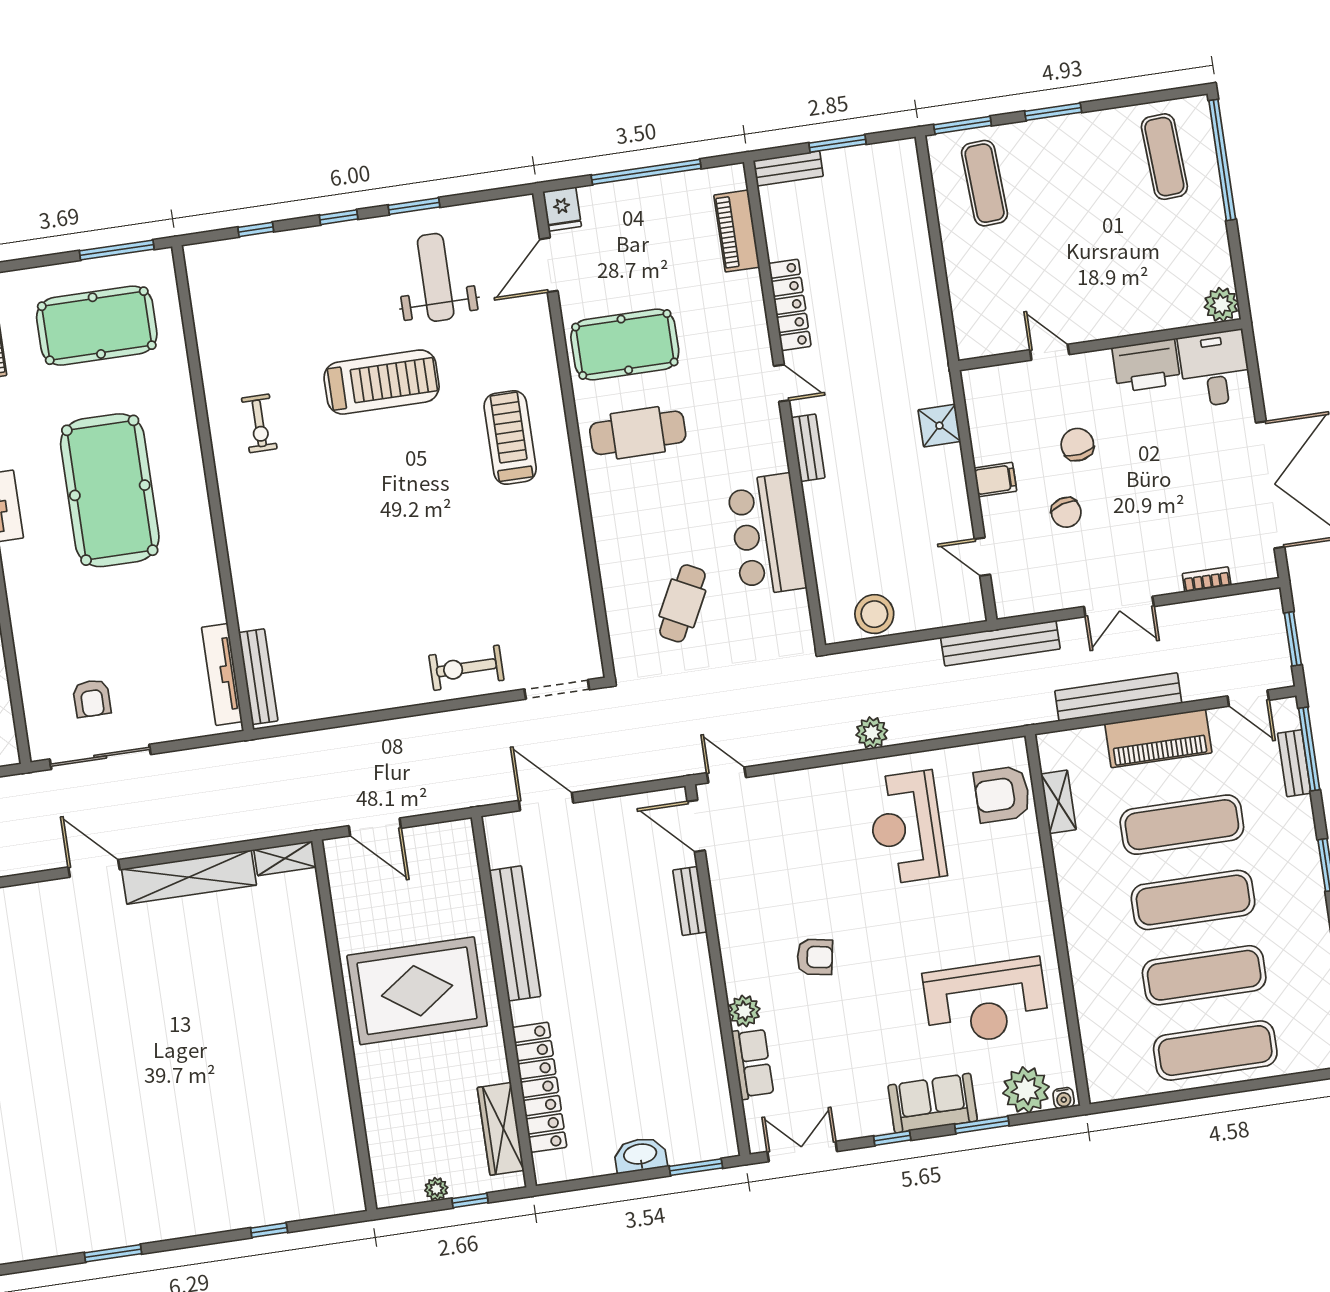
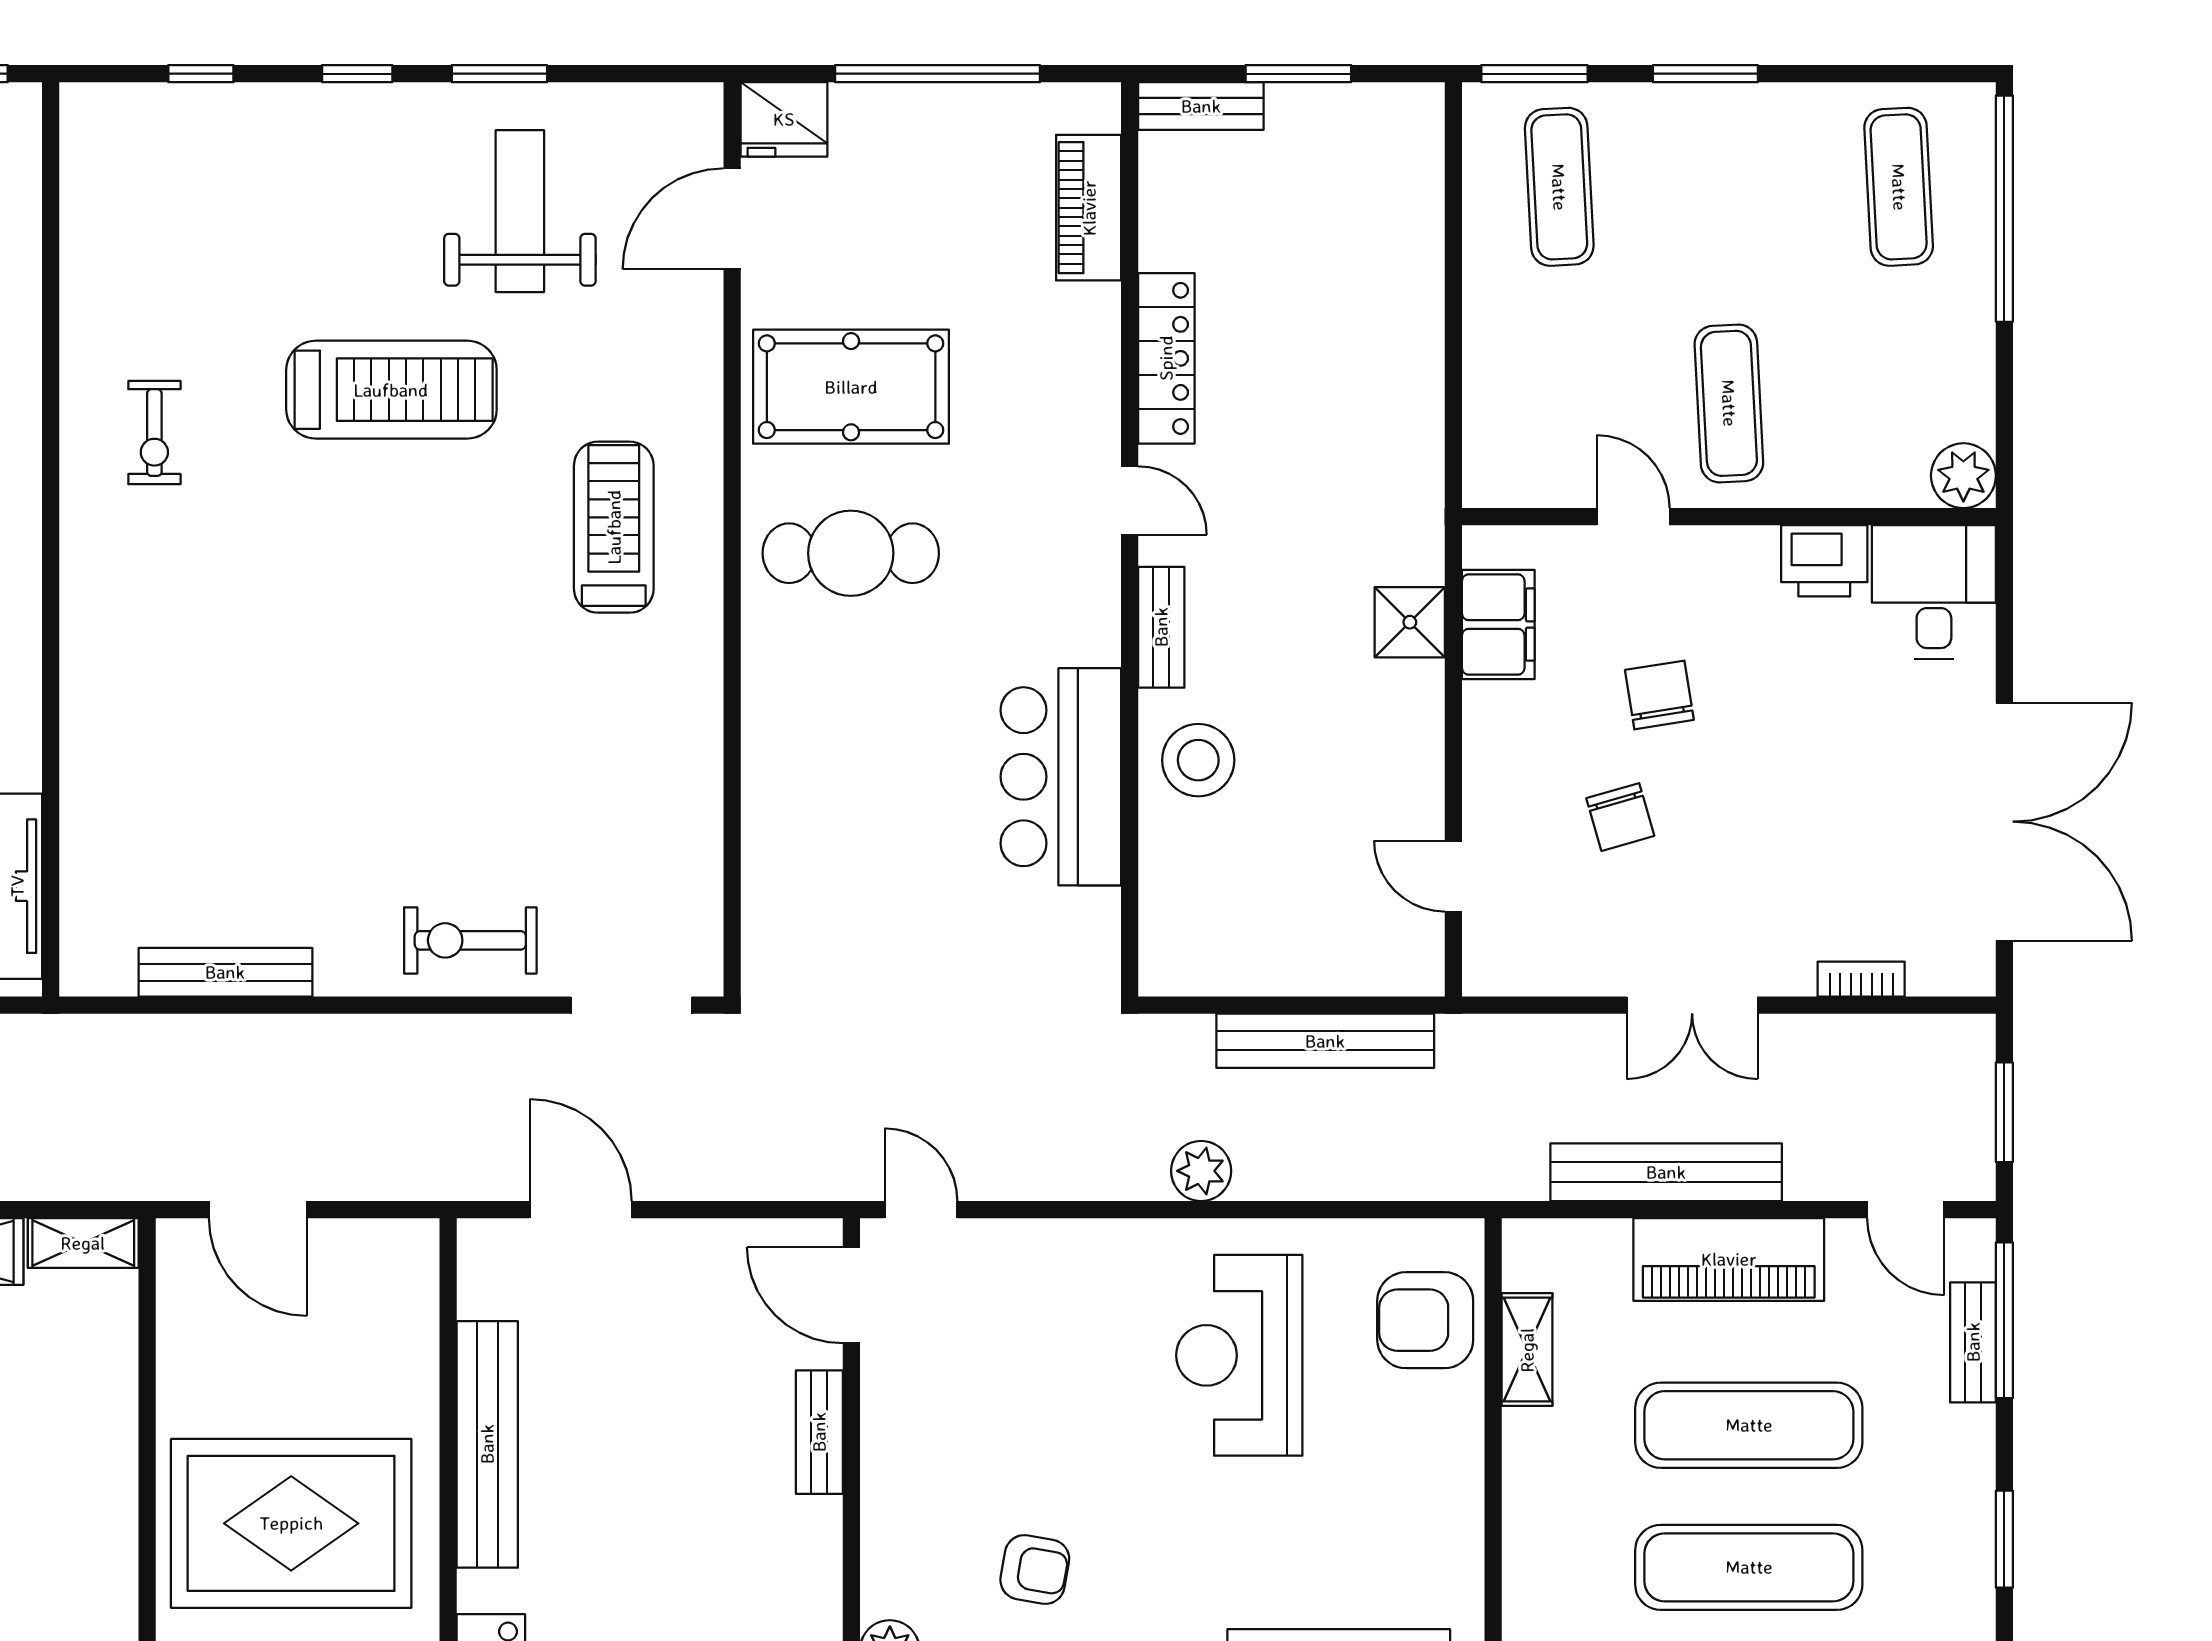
fridge: (562, 209) -> (784, 119), width x1.38
exercise mat: (1091, 285) -> (1729, 403), added
printer: (1146, 366) -> (1824, 561), width x0.73, depth x0.84
filing cabinet: (995, 480) -> (1498, 625), moved, width x2.00
cafe table: (682, 603) -> (887, 880), removed
stool: (874, 614) -> (1198, 760), moved
bench: (1000, 643) -> (1325, 1041), moved
bench: (258, 677) -> (225, 972), moved, turned 90

